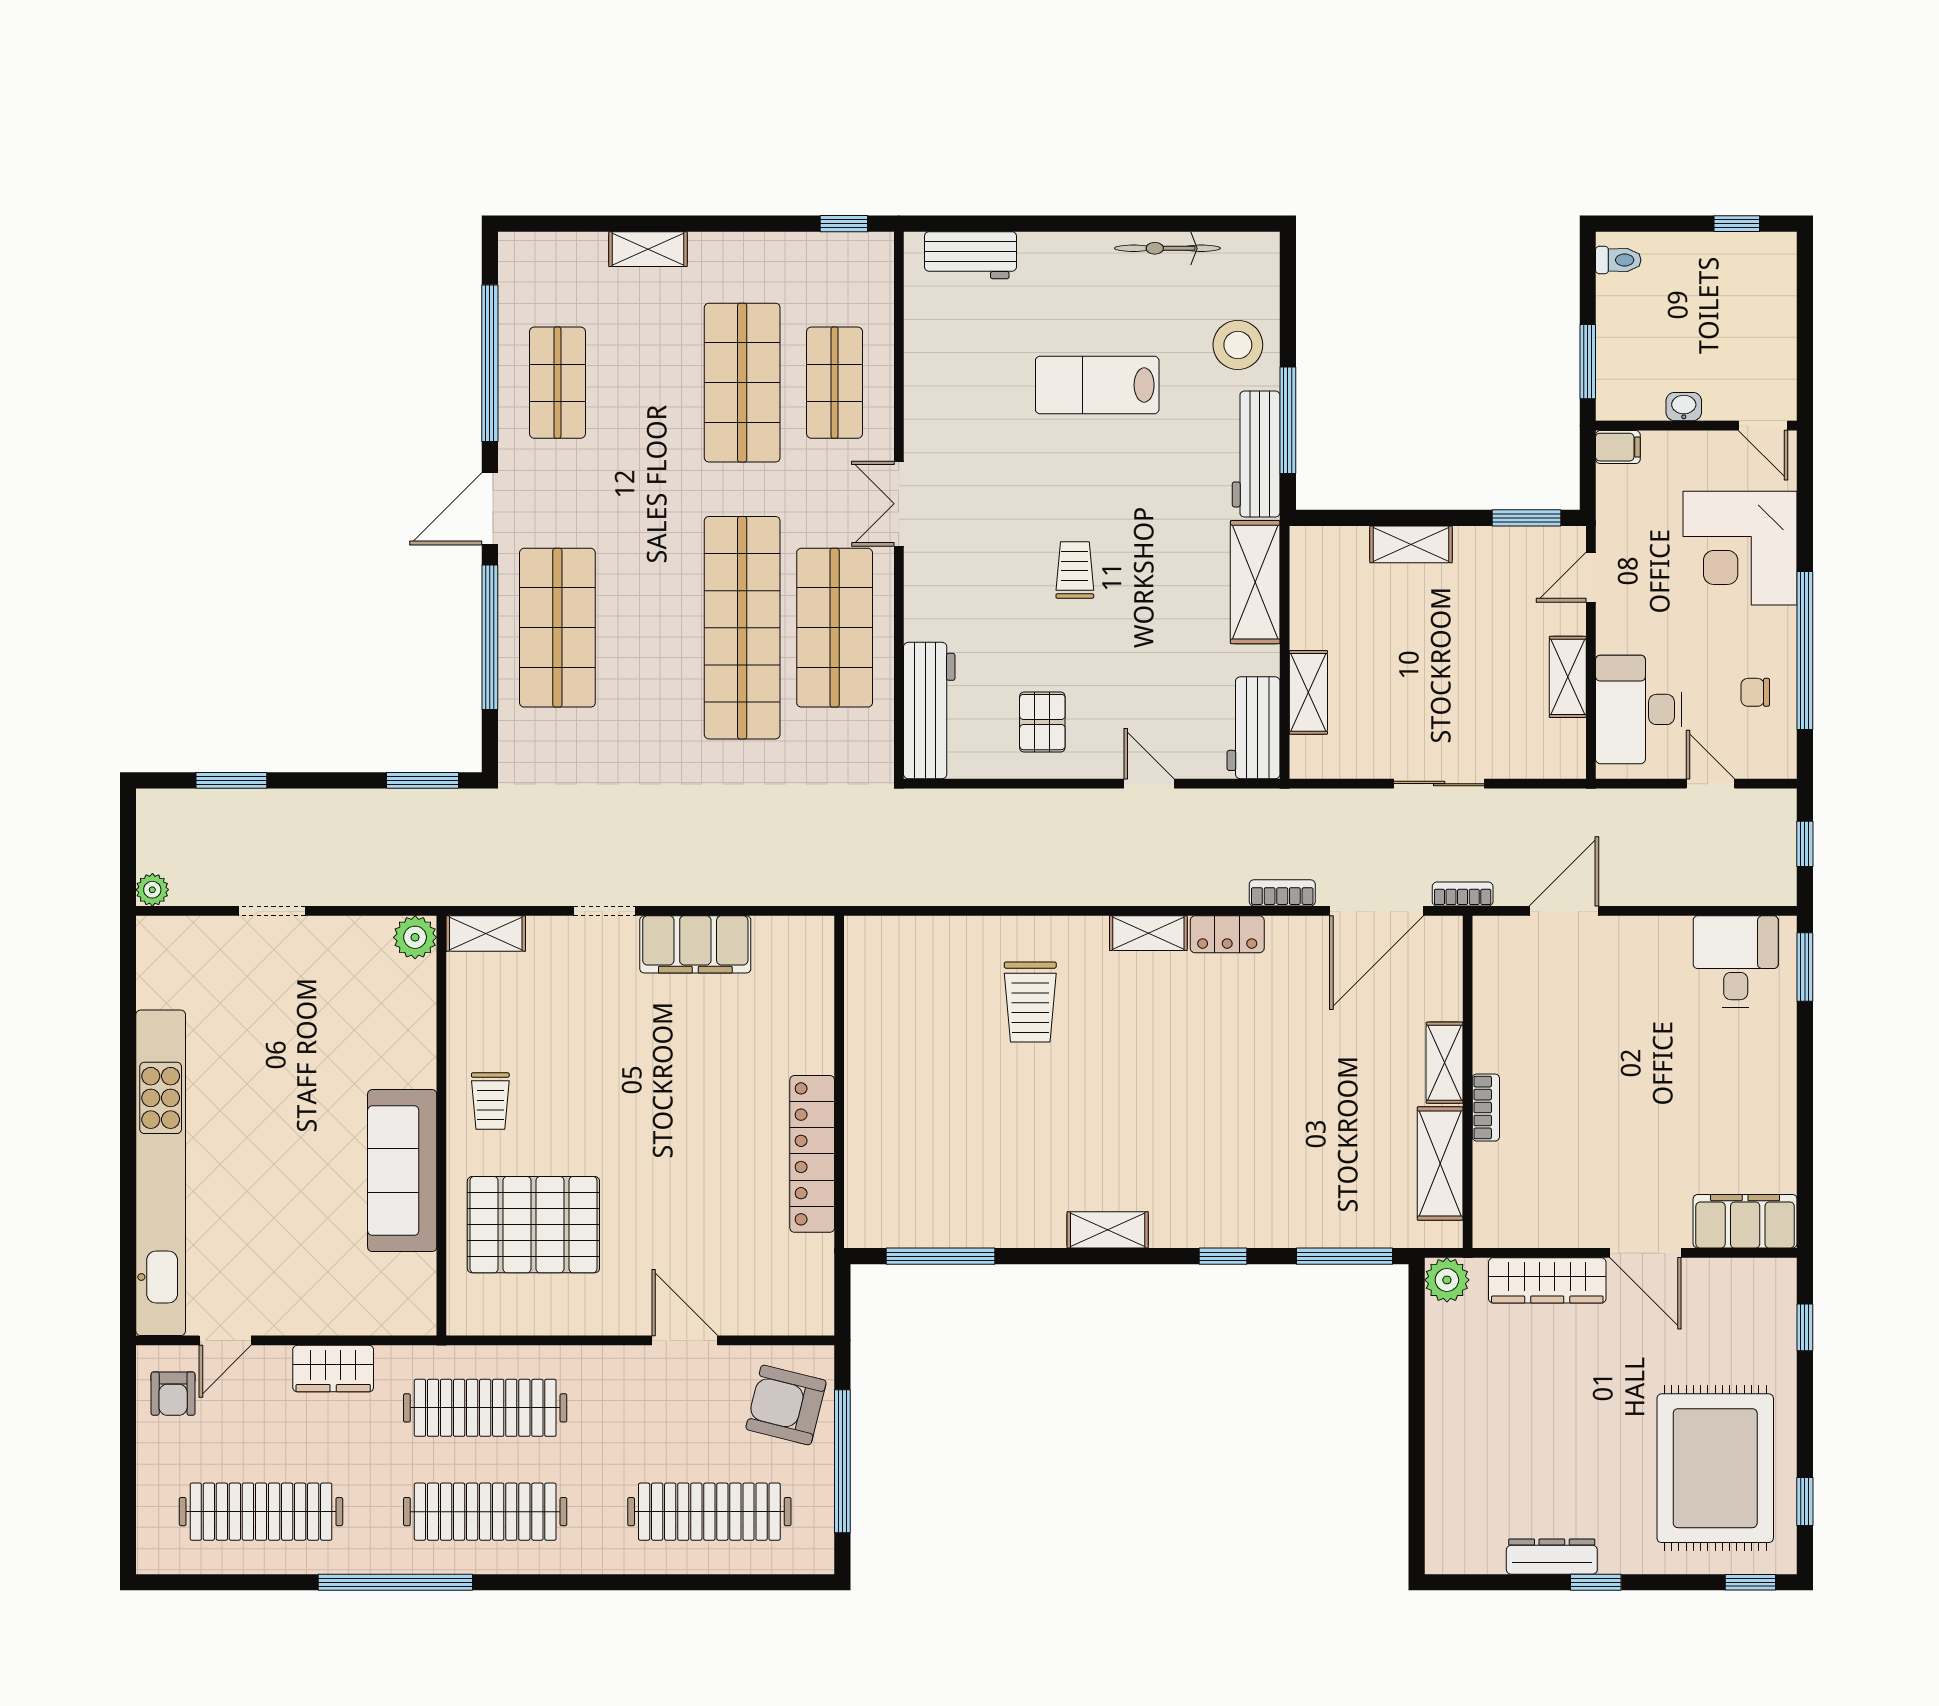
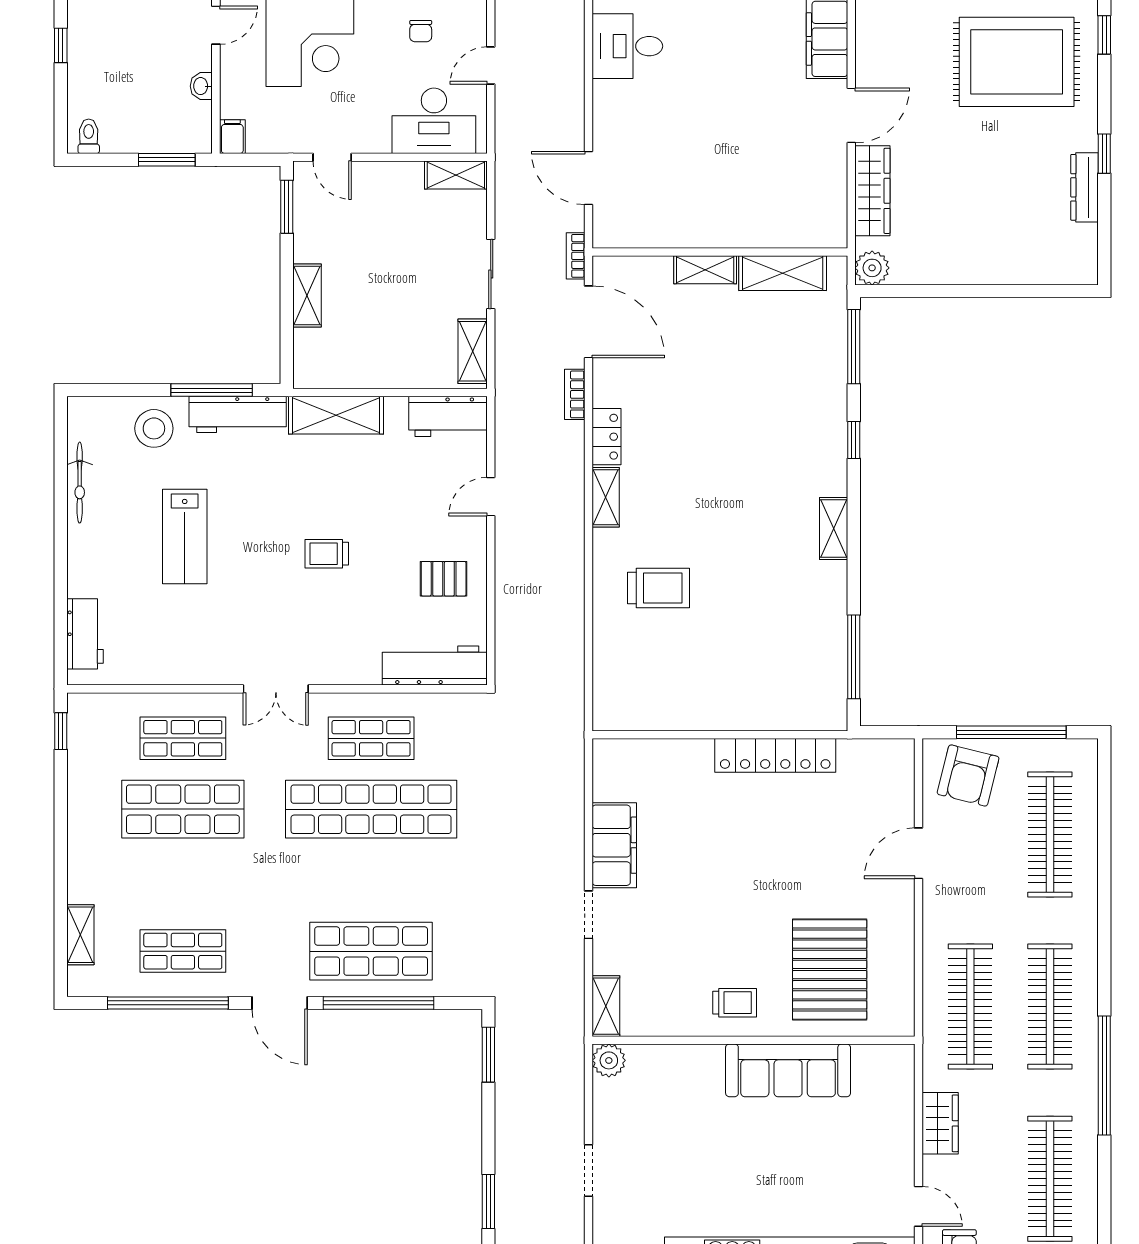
shelving: (648, 249) -> (80, 935), moved
shop shelf: (835, 628) -> (371, 738), width x0.70, depth x0.74
shelving: (1568, 677) -> (456, 175), moved
shelving: (1308, 692) -> (473, 351), moved, turned 90
bookcase: (1486, 1108) -> (740, 238), removed

